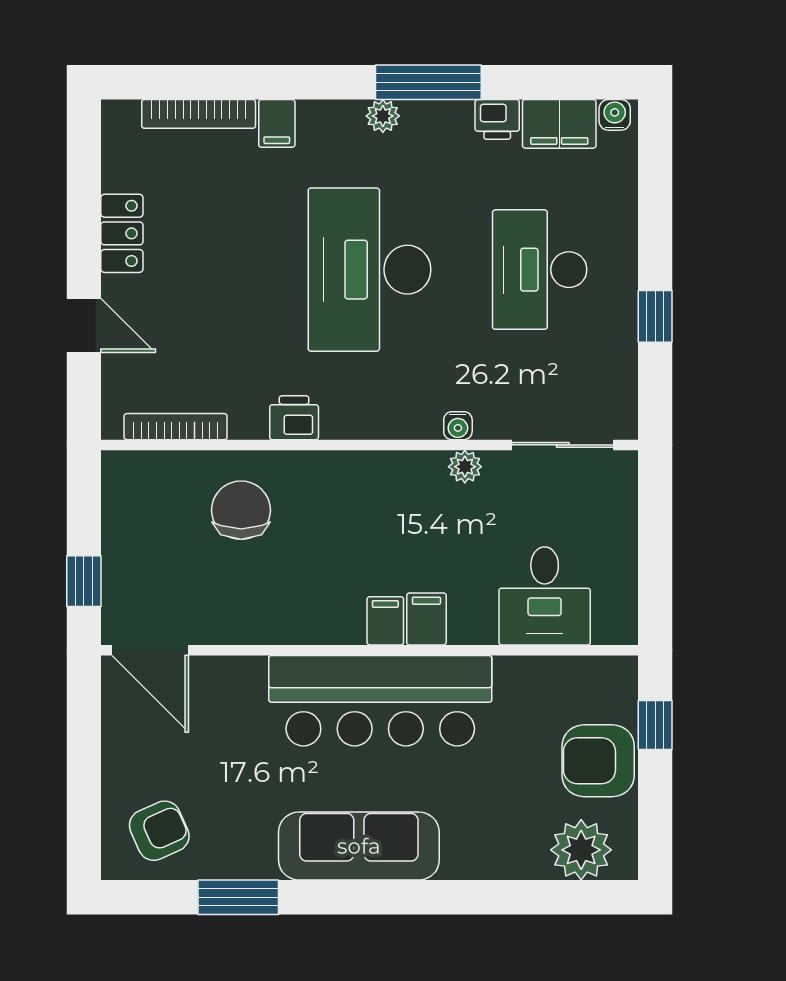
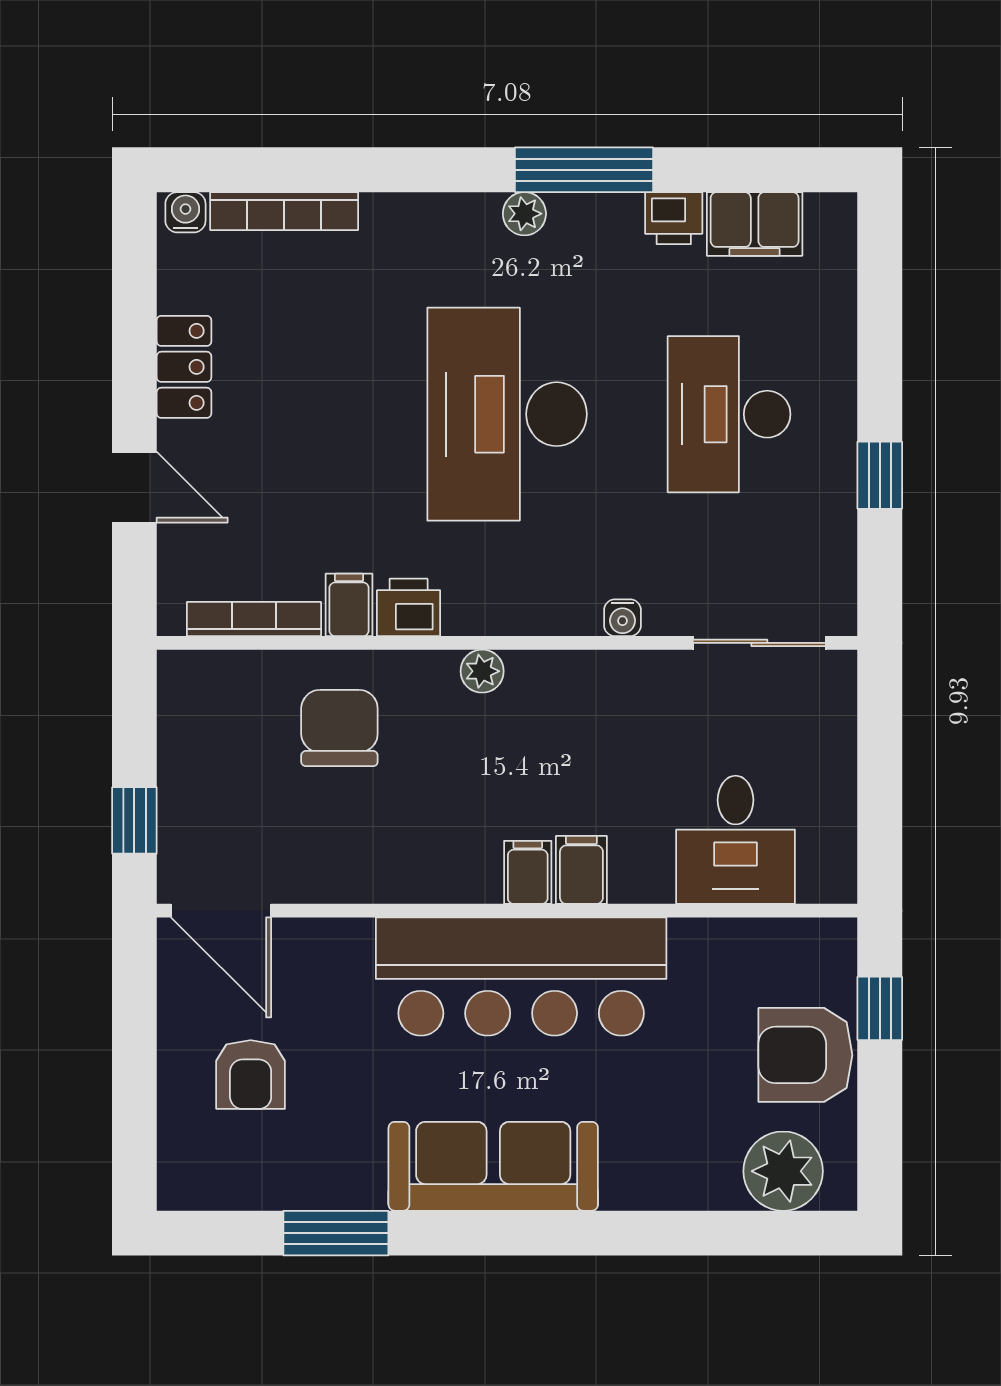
water cooler: (615, 115) -> (185, 212), moved
filing cabinet: (277, 123) -> (349, 605), moved, turned 180
plant: (465, 467) -> (482, 671), moved
armchair: (159, 831) -> (251, 1075), moved, turned 114

